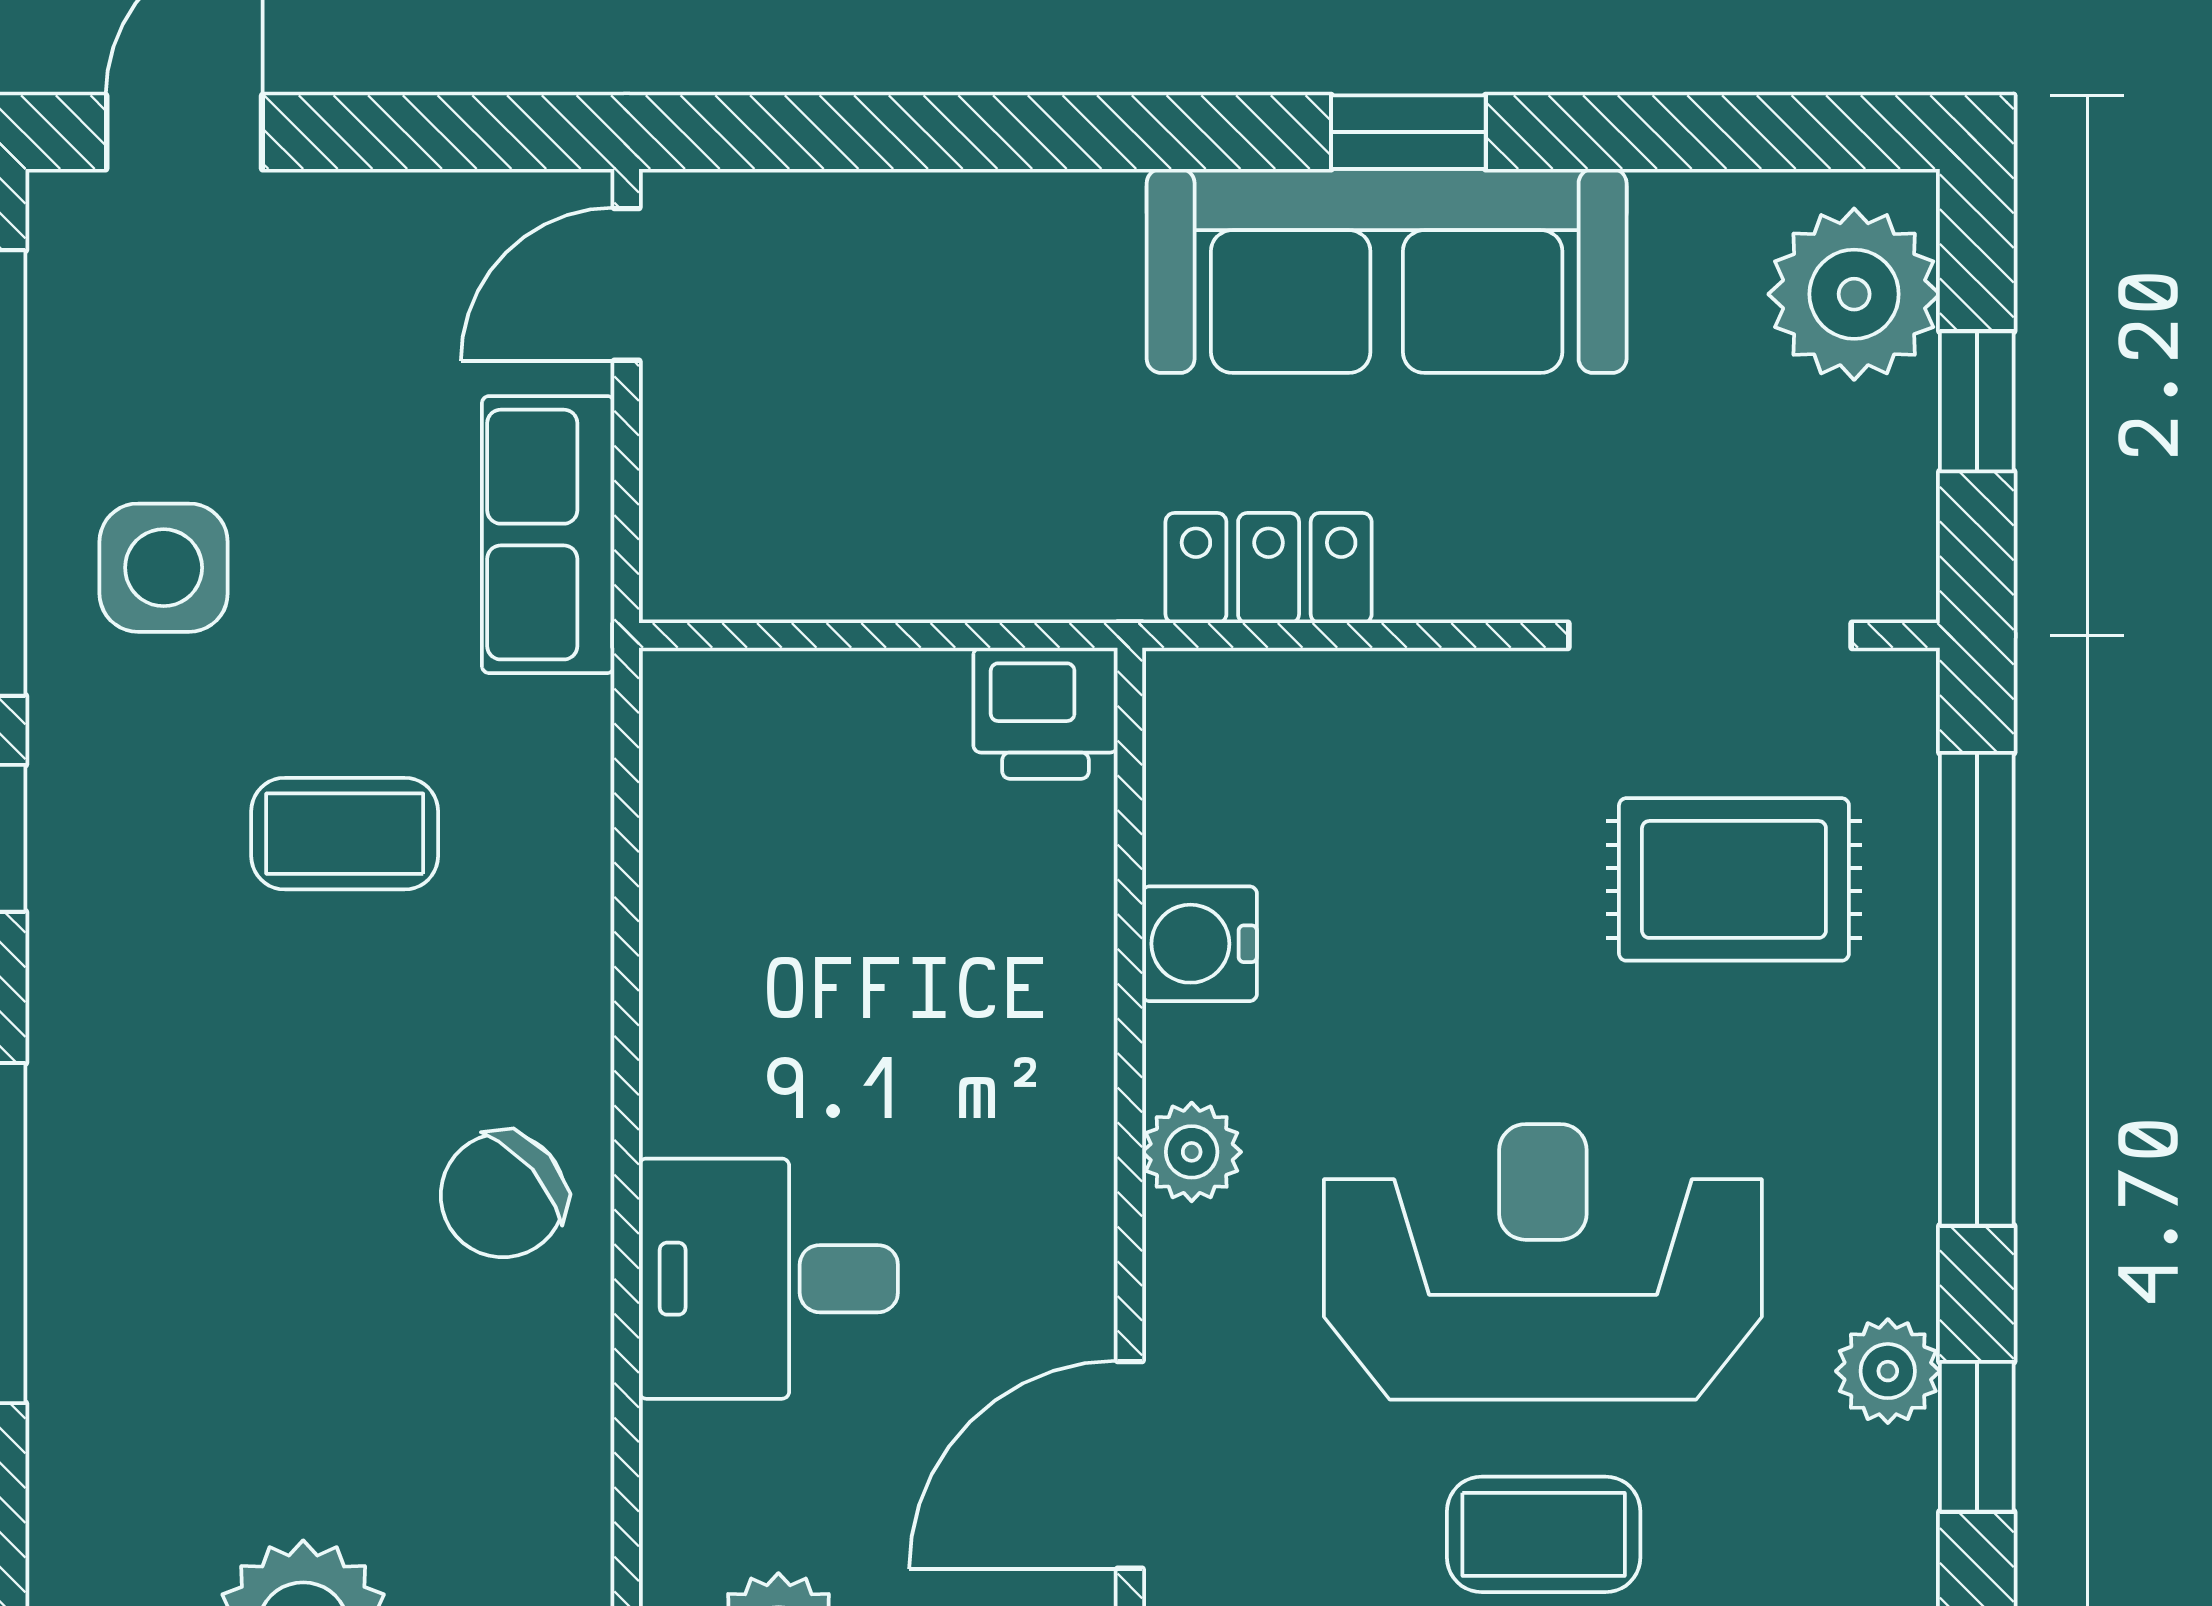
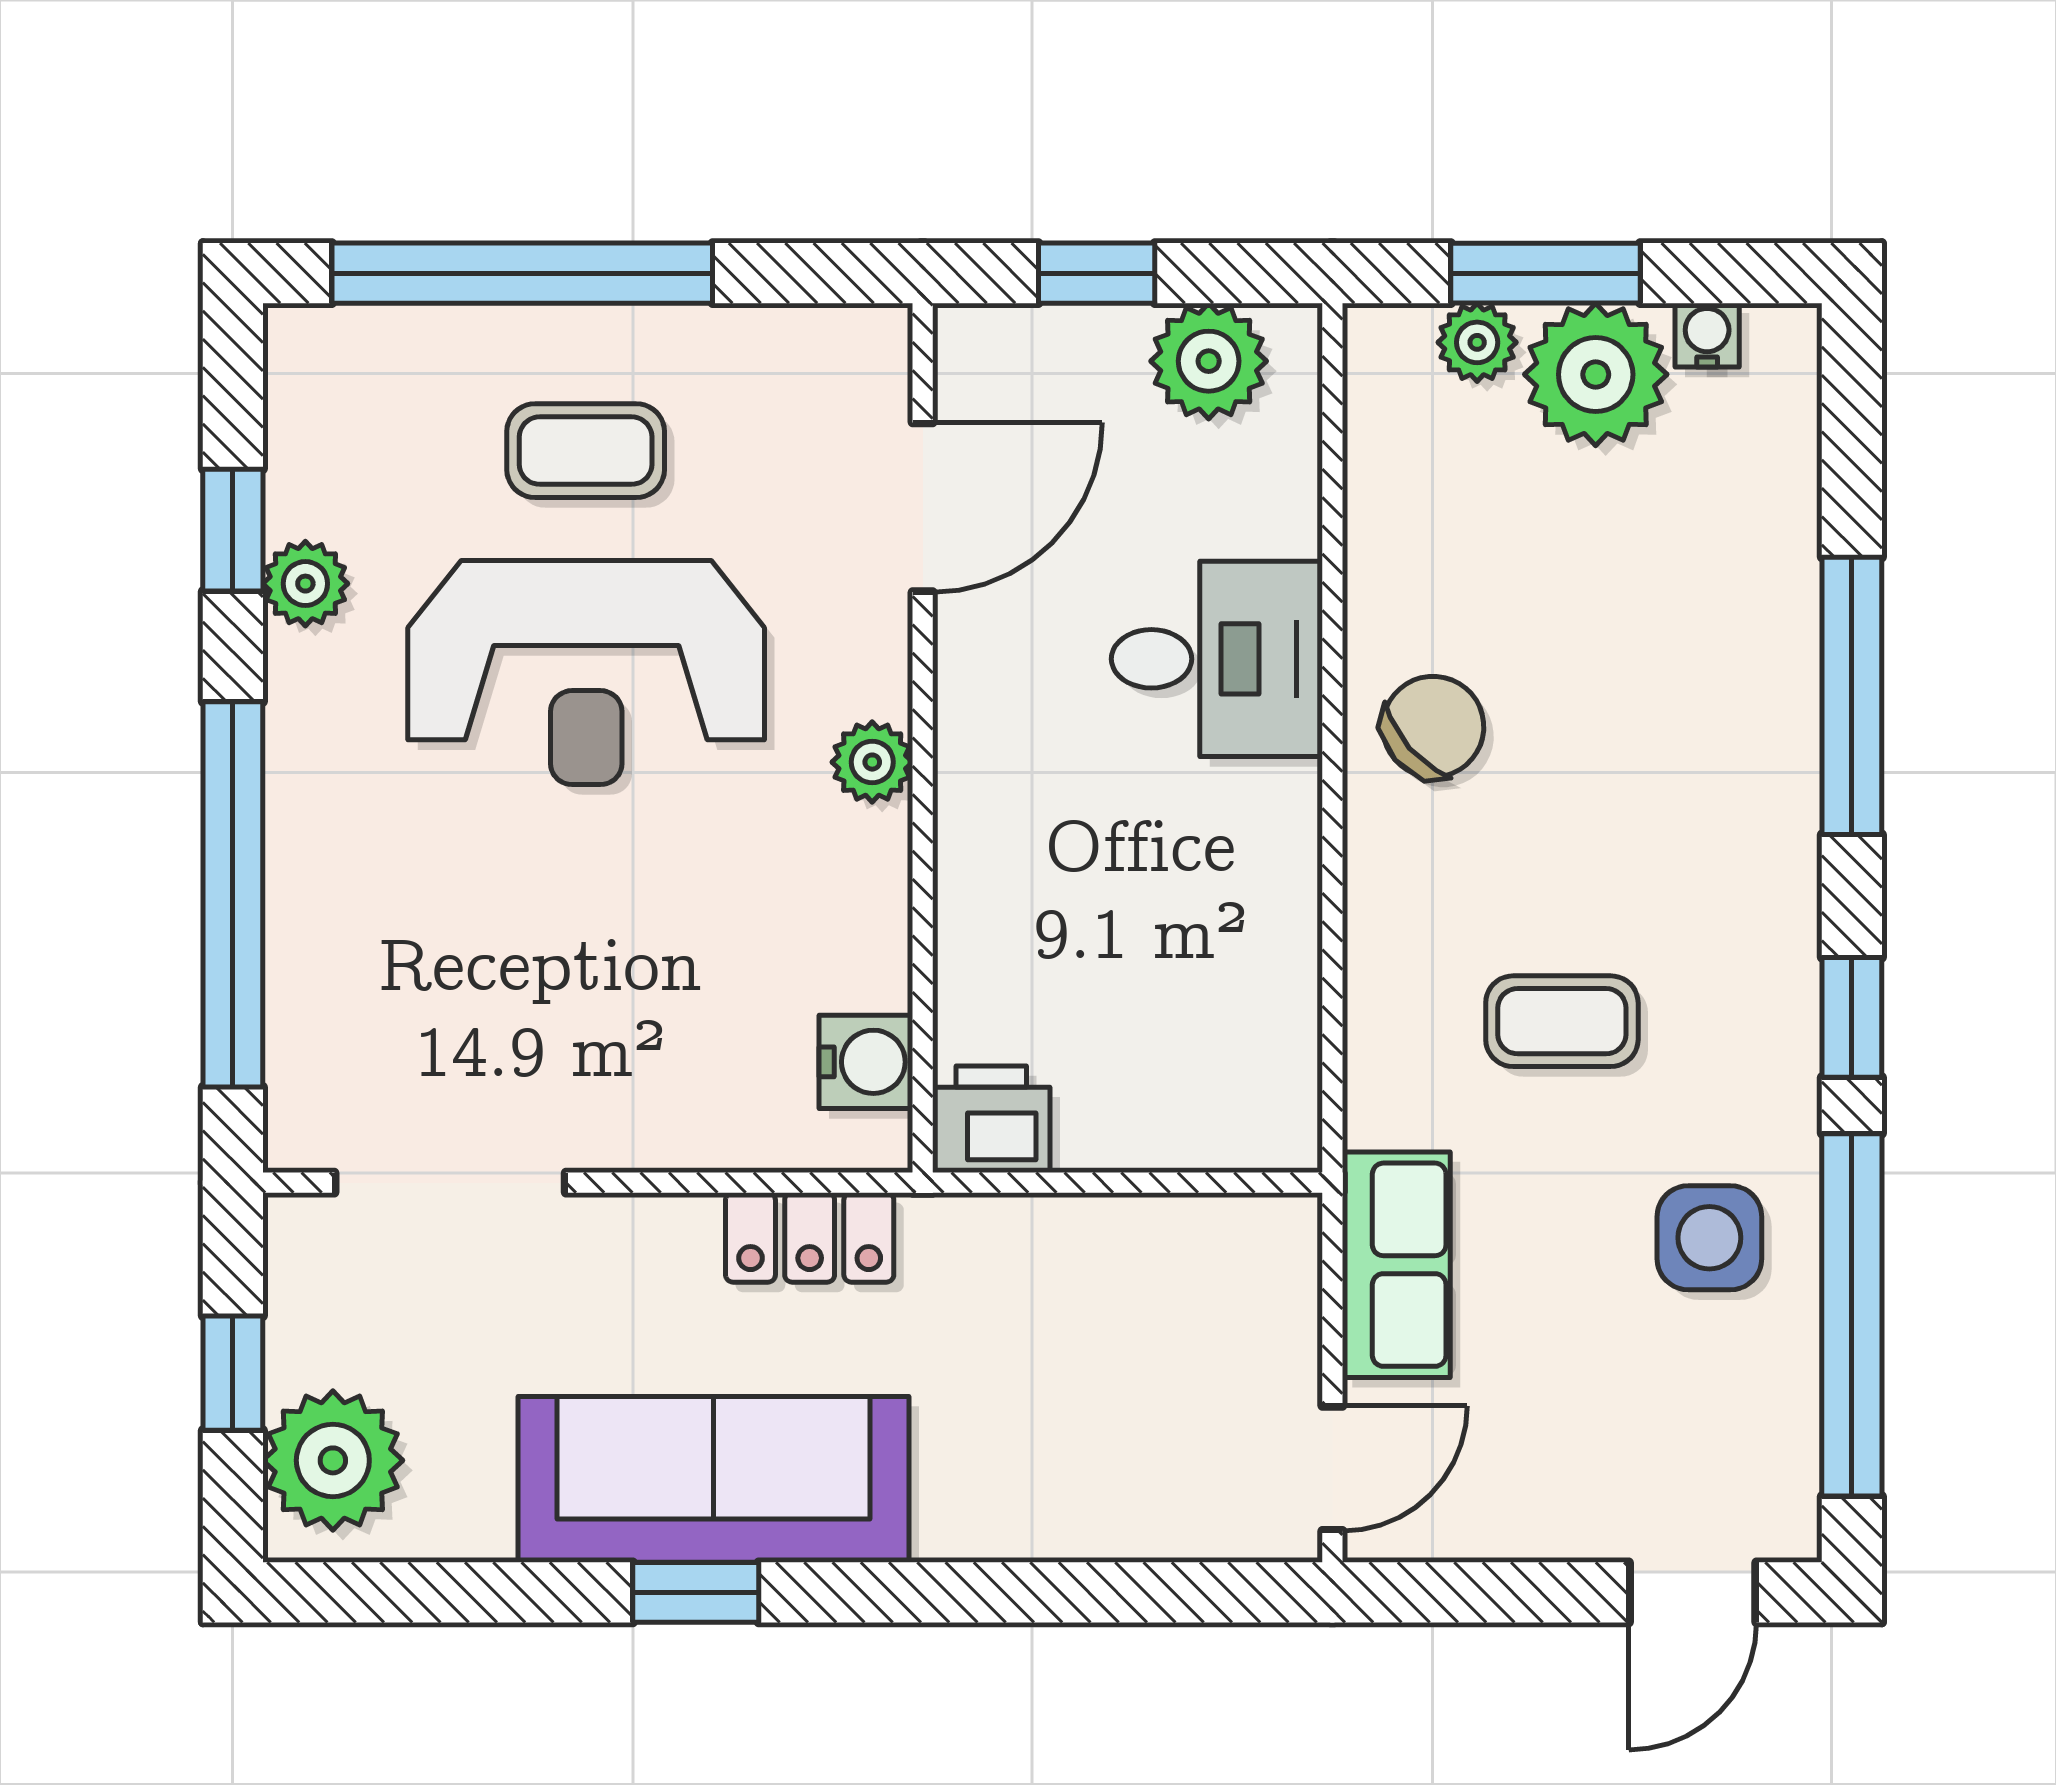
rug: (1734, 879) -> (431, 984), removed
water cooler: (1200, 944) -> (866, 1062), moved

